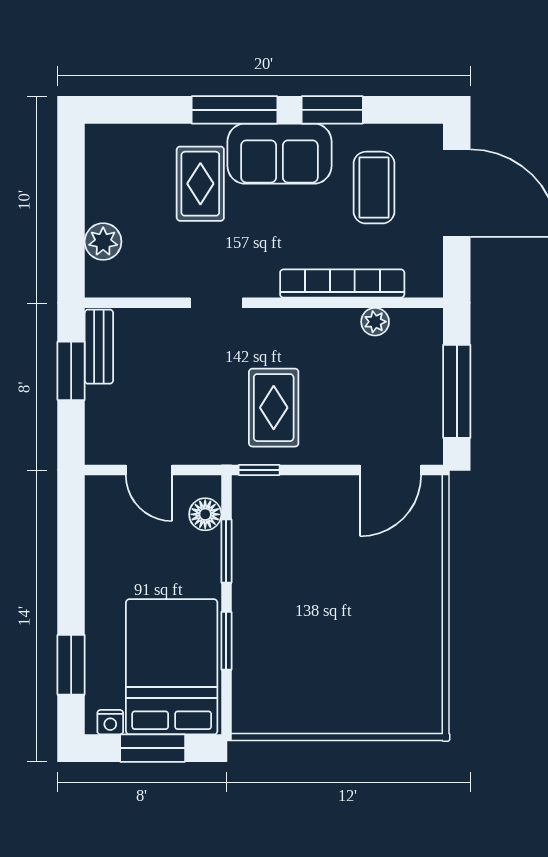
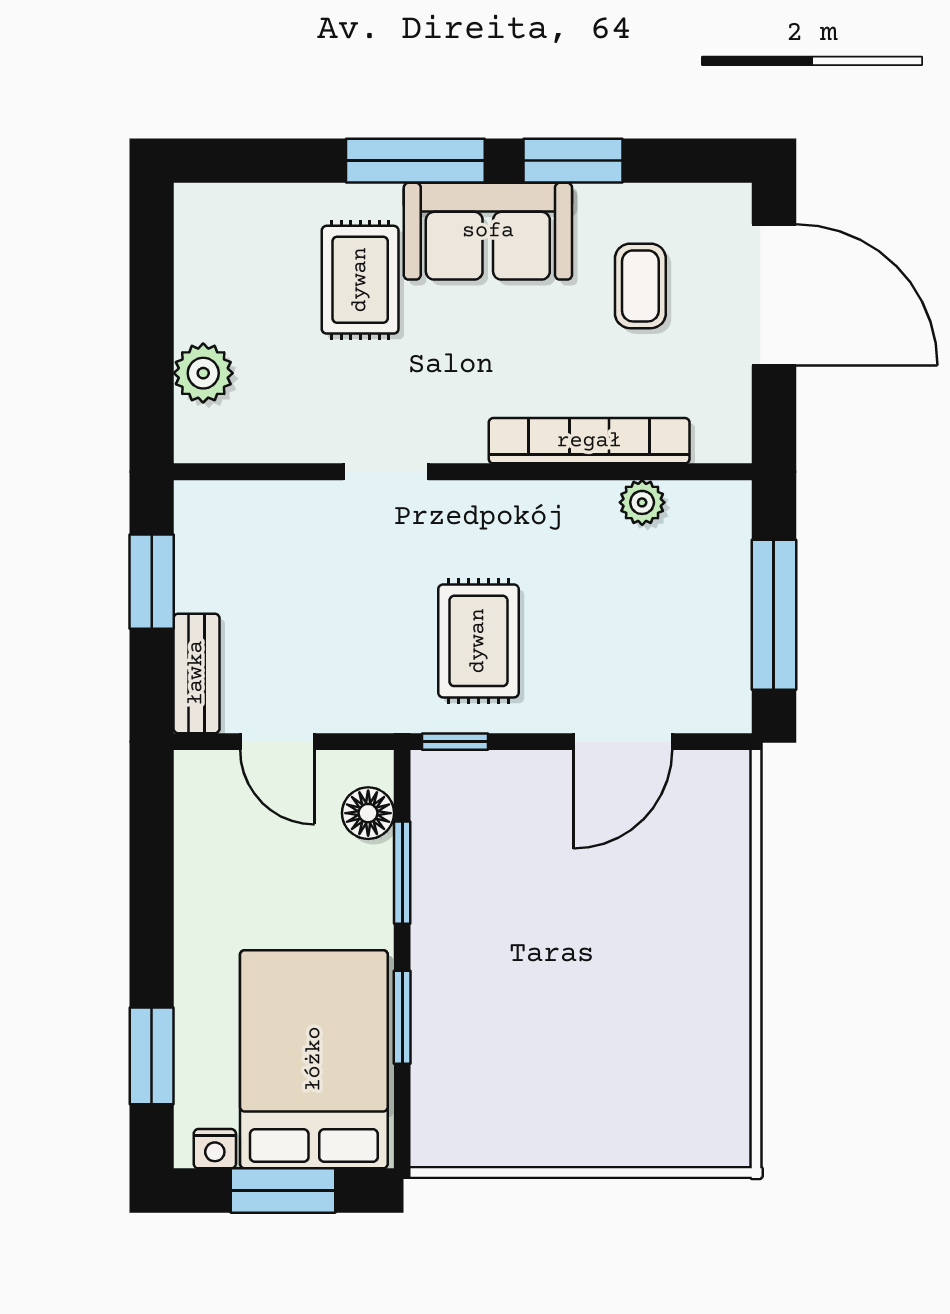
coffee table: (374, 188) -> (640, 286), width x0.73, depth x0.77
bench: (99, 347) -> (196, 673), moved
door: (391, 470) -> (623, 742), moved

